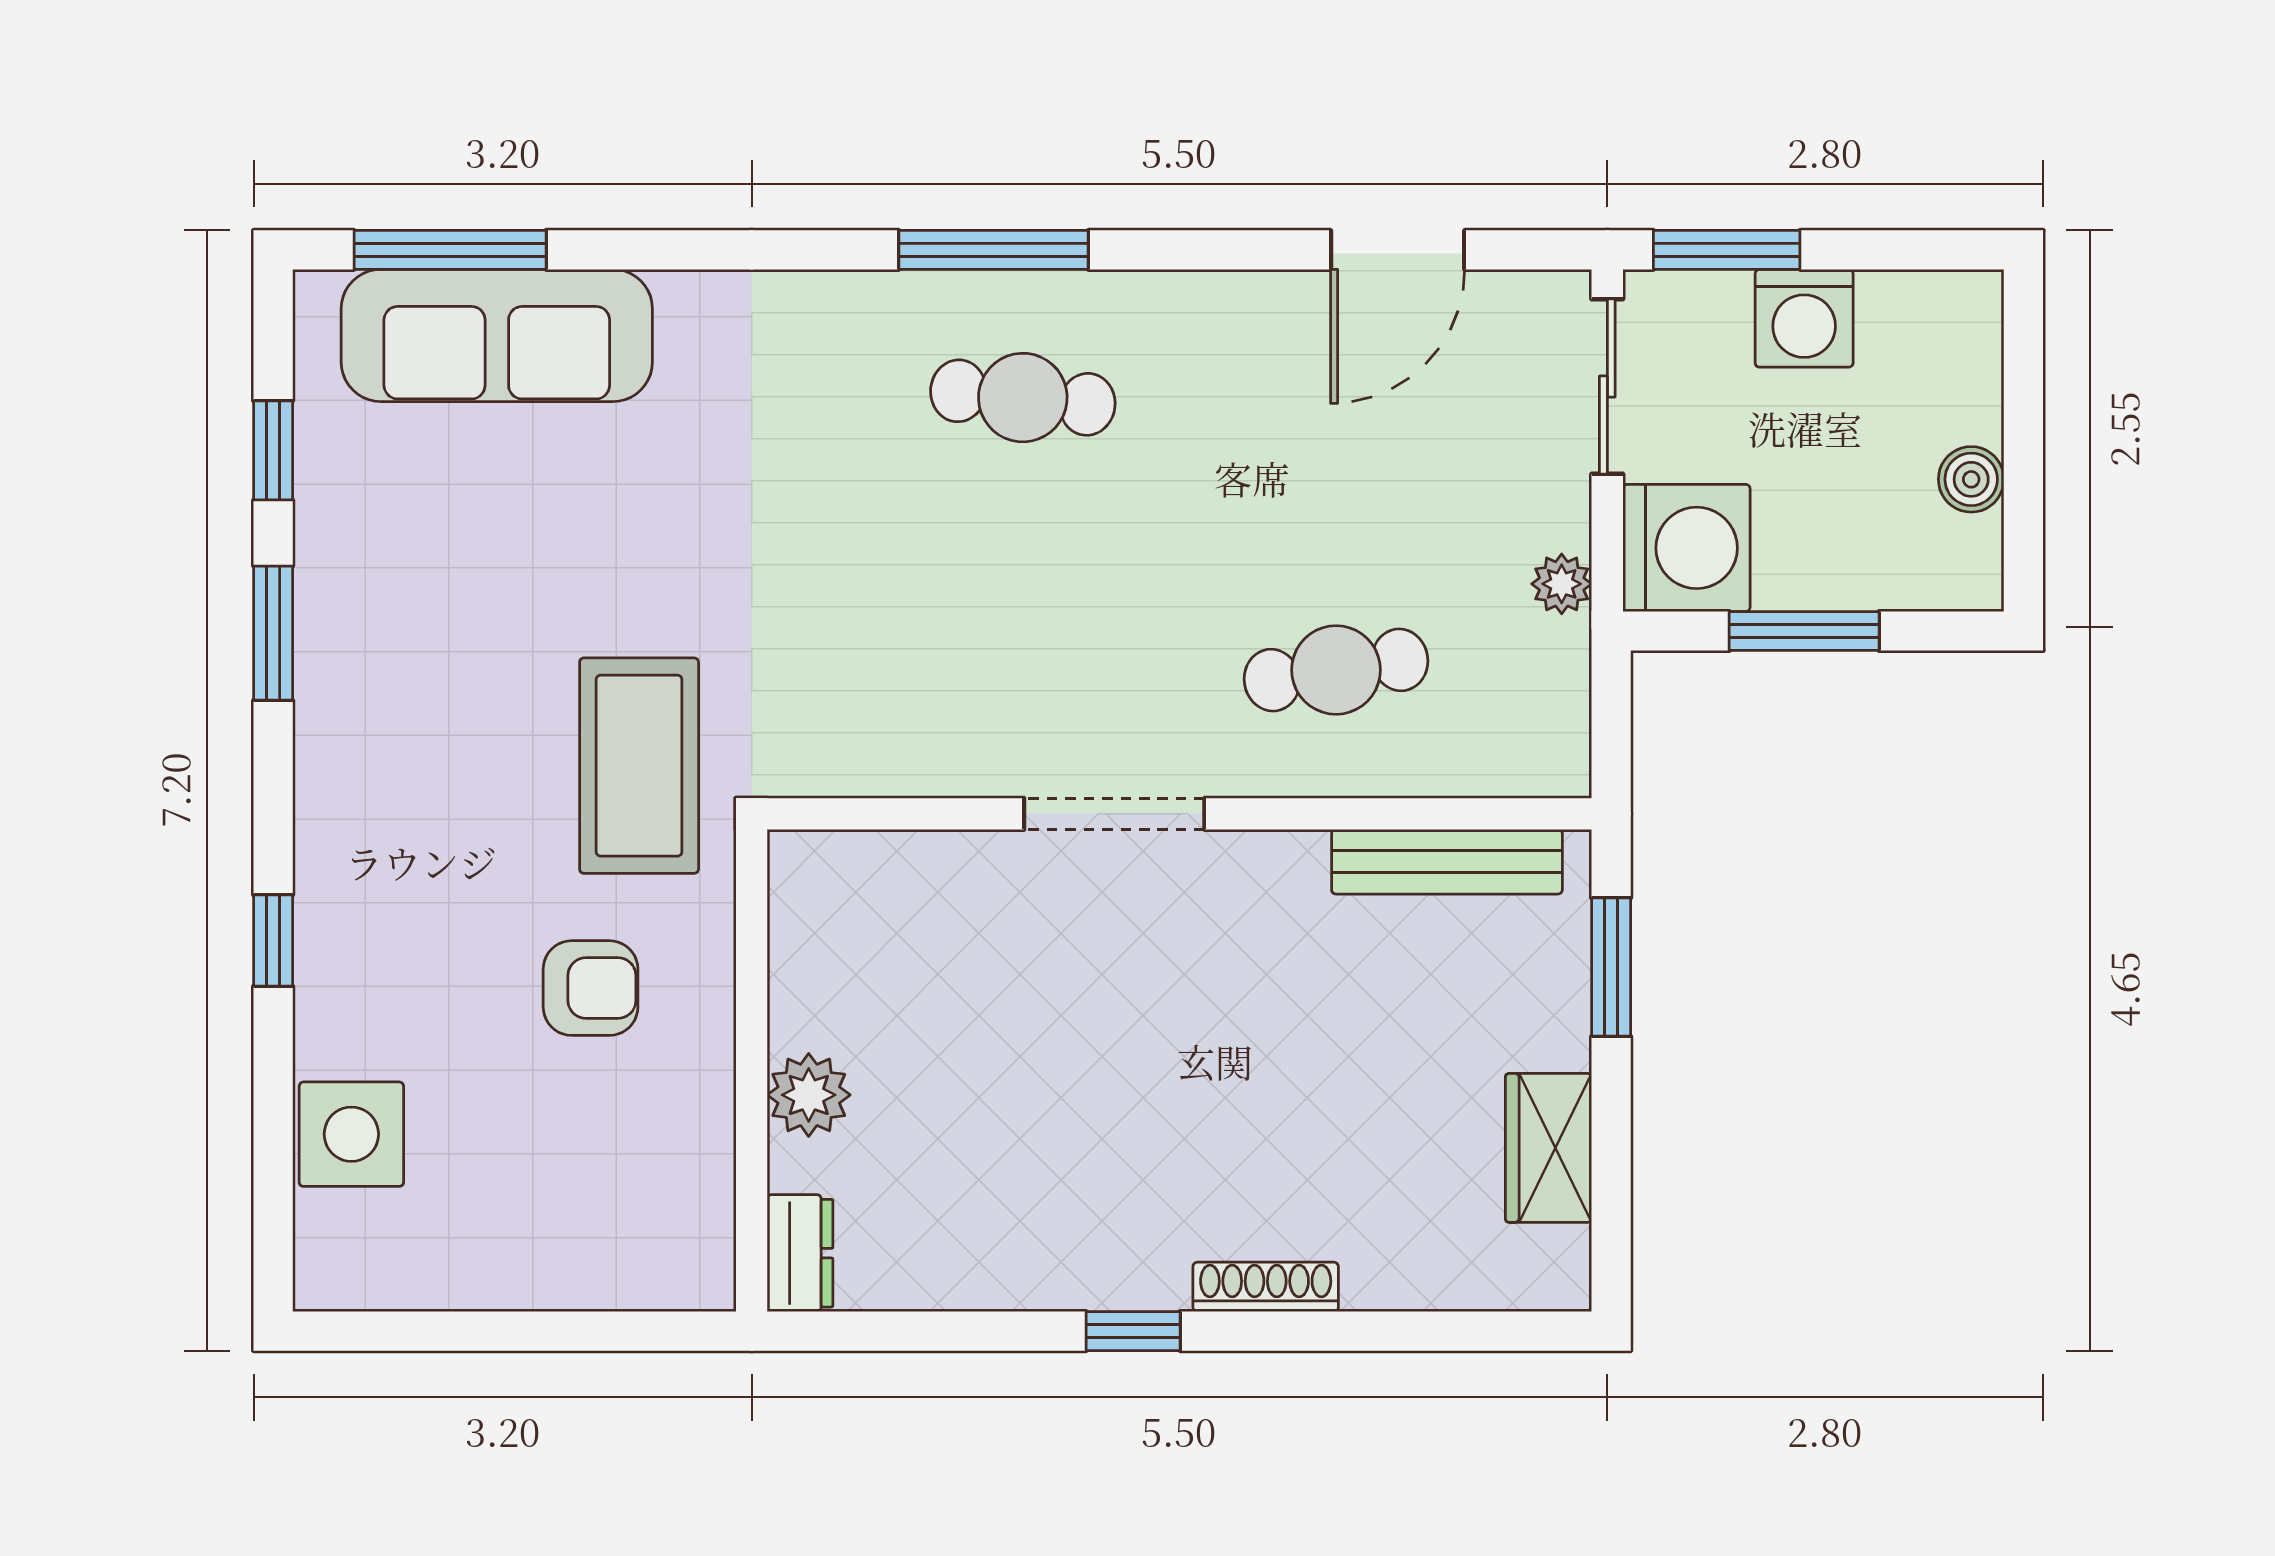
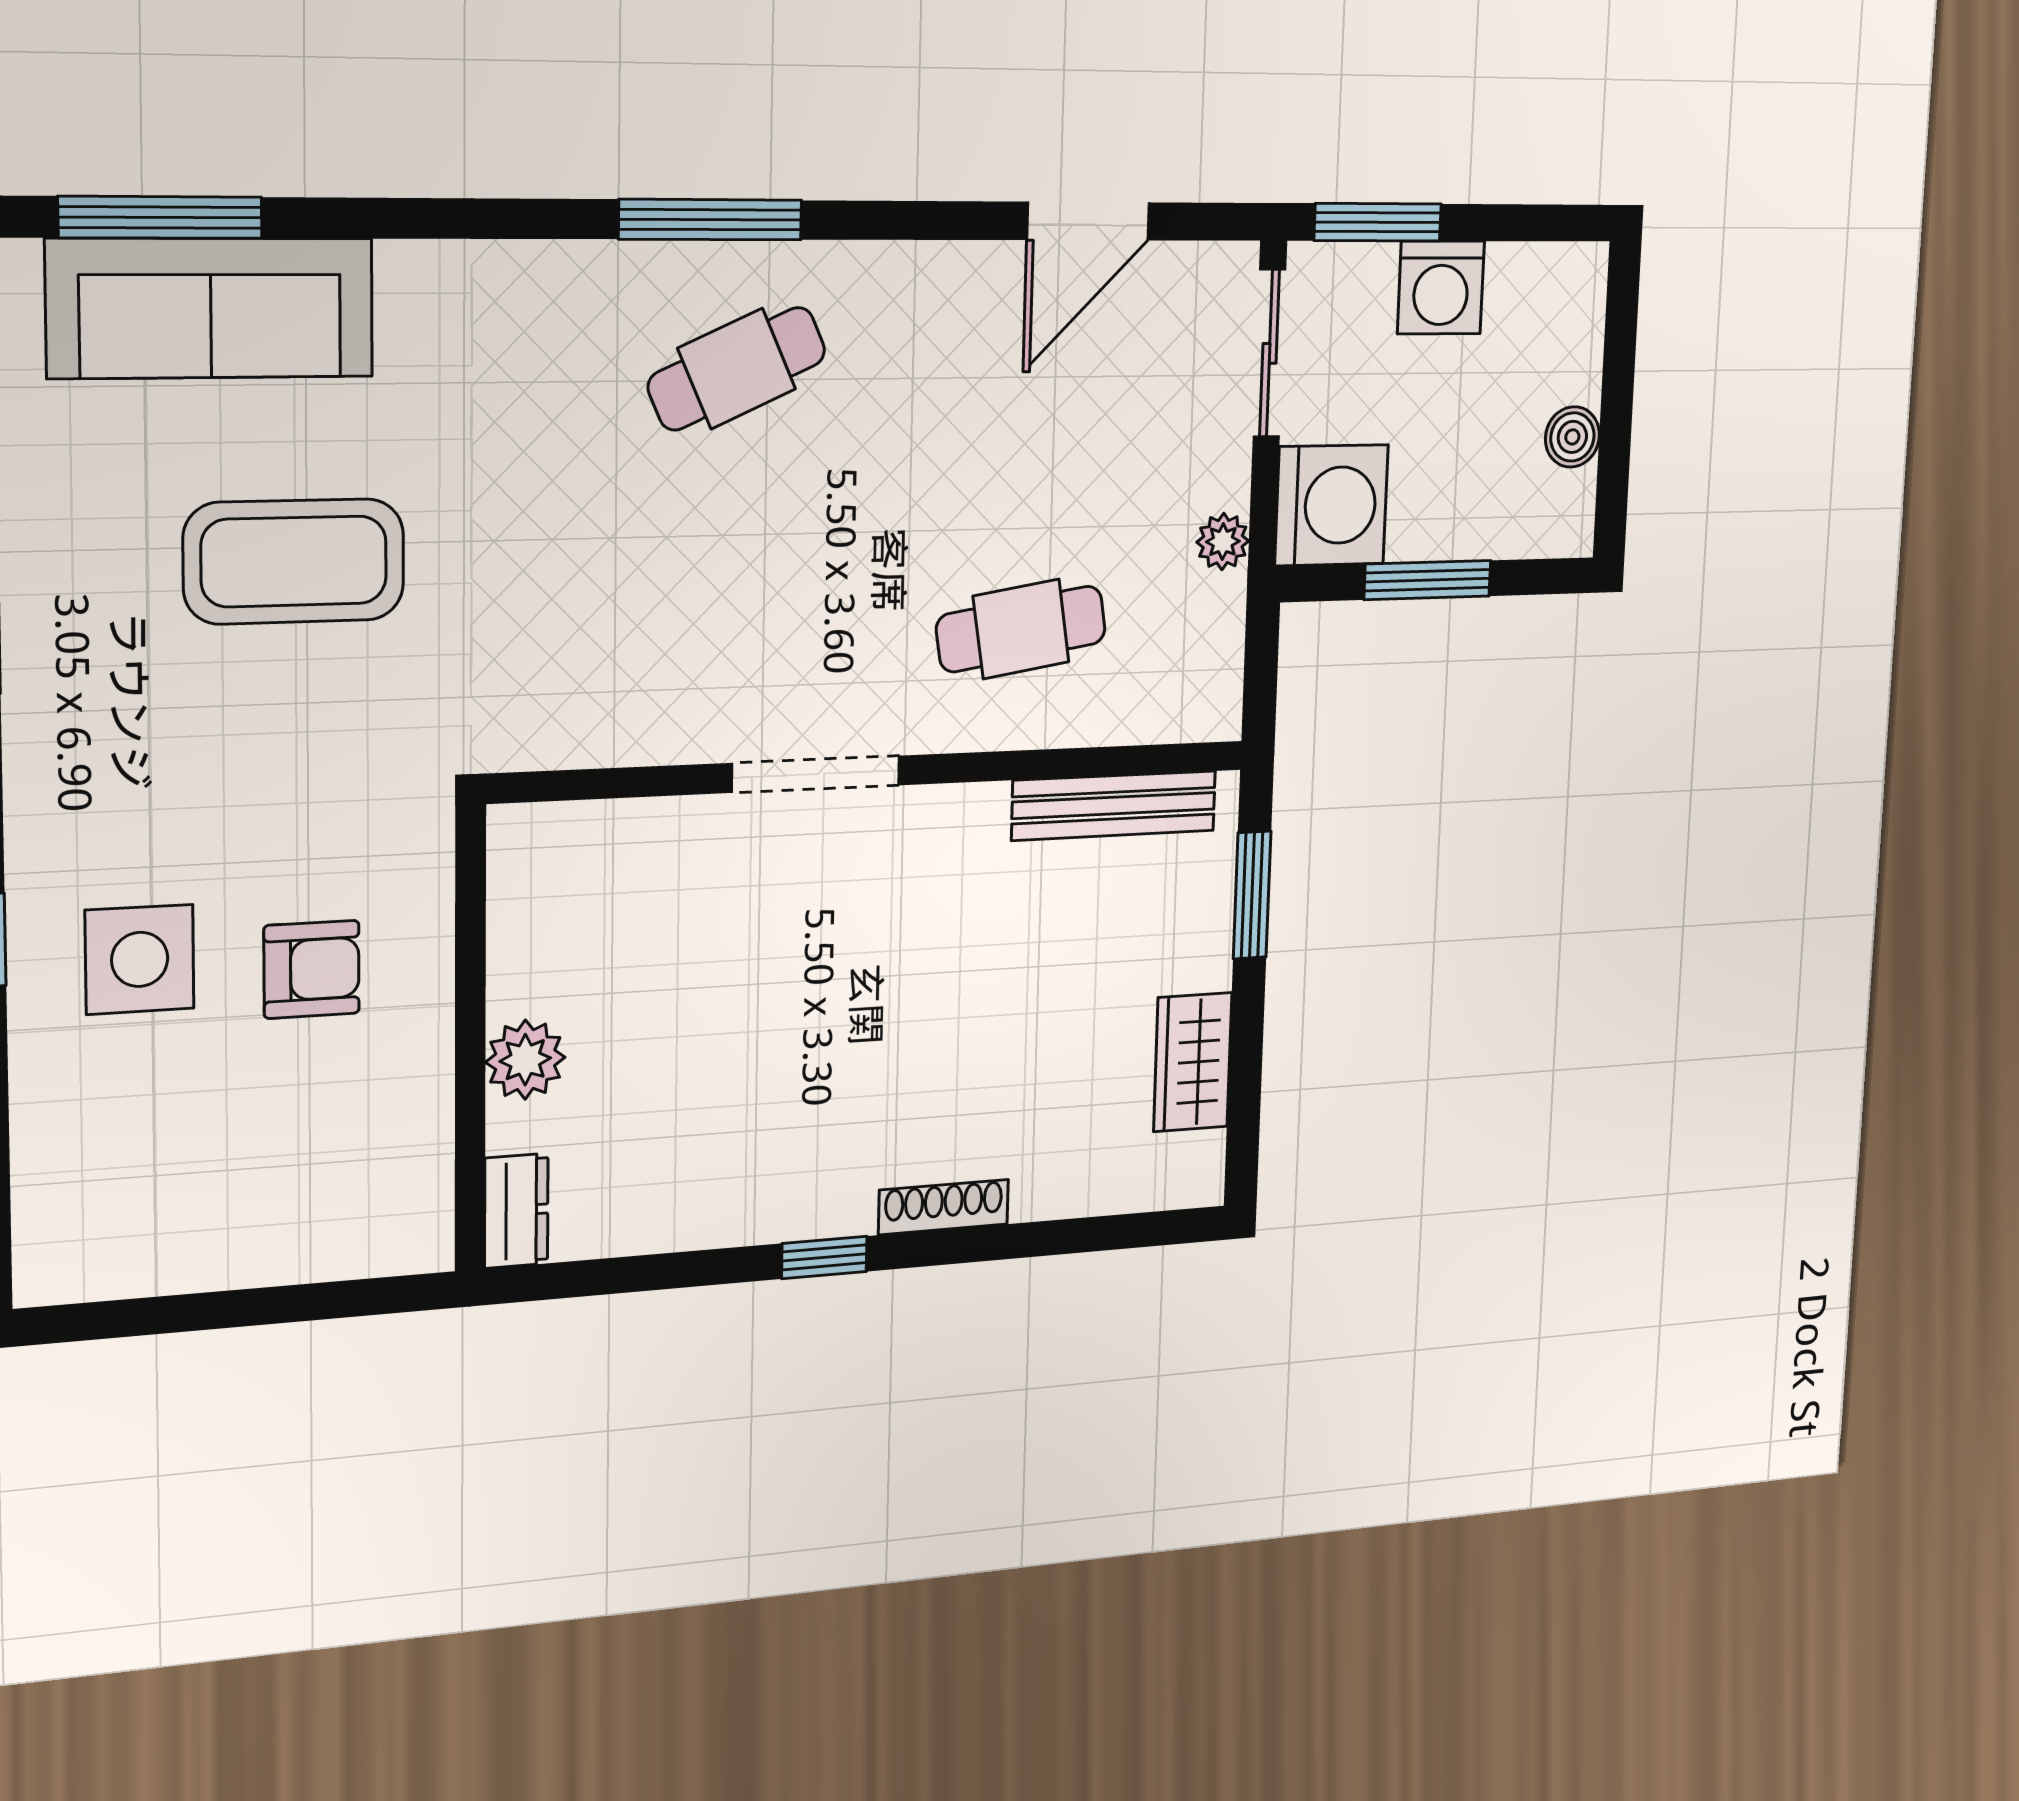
cafe table: (1023, 398) -> (737, 369), turned -30
coffee table: (639, 766) -> (294, 561), moved, turned 90
side table: (351, 1134) -> (140, 959), moved

